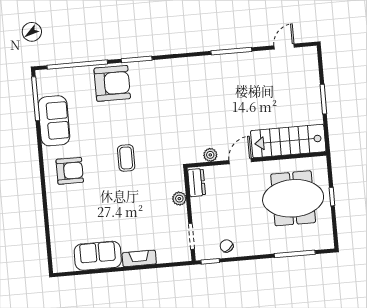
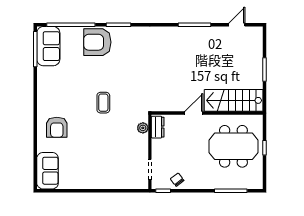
armchair: (112, 83) -> (97, 42), turned 180
sofa: (54, 121) -> (48, 46), moved
plant: (210, 155) -> (171, 106), removed
armchair: (70, 171) -> (57, 127), moved, turned 90
plant: (179, 199) -> (143, 128), moved
sofa: (98, 256) -> (48, 171), moved, turned 90
fireplace: (139, 258) -> (107, 184), removed

